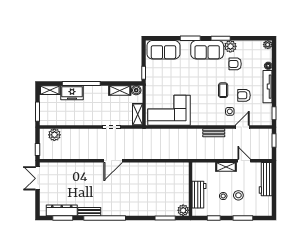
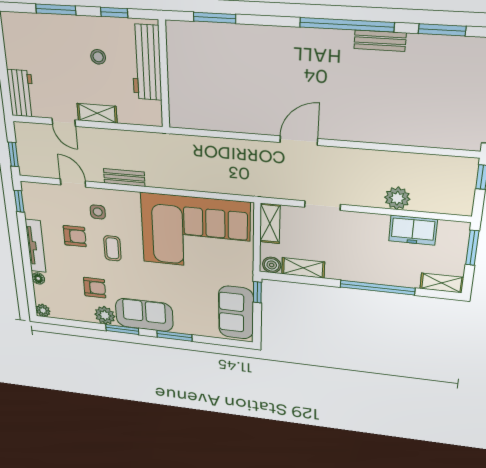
sofa: (163, 50) -> (236, 313), moved, turned -90
freezer: (72, 93) -> (413, 230), moved, turned 180
corner sofa: (169, 110) -> (195, 233), width x1.36, depth x1.36
door: (242, 127) -> (73, 183), swing flipped
plant: (54, 135) -> (397, 198), moved
door: (113, 161) -> (299, 141), moved
workbench: (266, 179) -> (21, 93), width x0.73
workbench: (199, 195) -> (146, 63), width x1.38
stool: (238, 195) -> (69, 56), removed
dresser: (62, 210) -> (443, 47), removed
plant: (183, 210) -> (177, 32), removed

